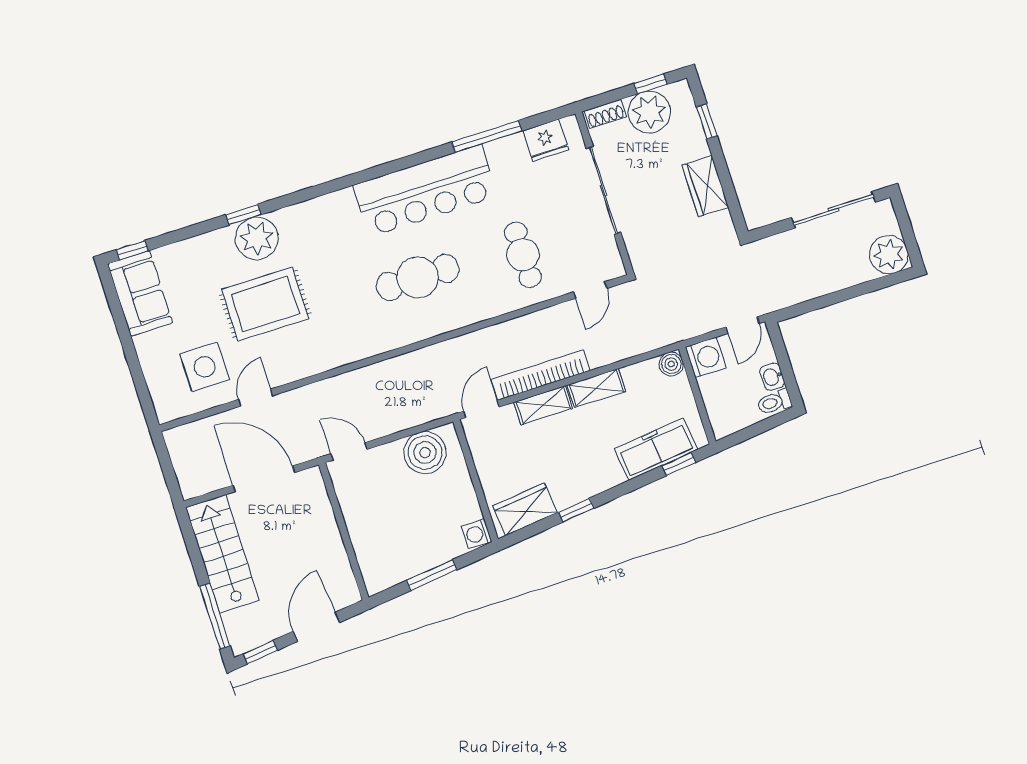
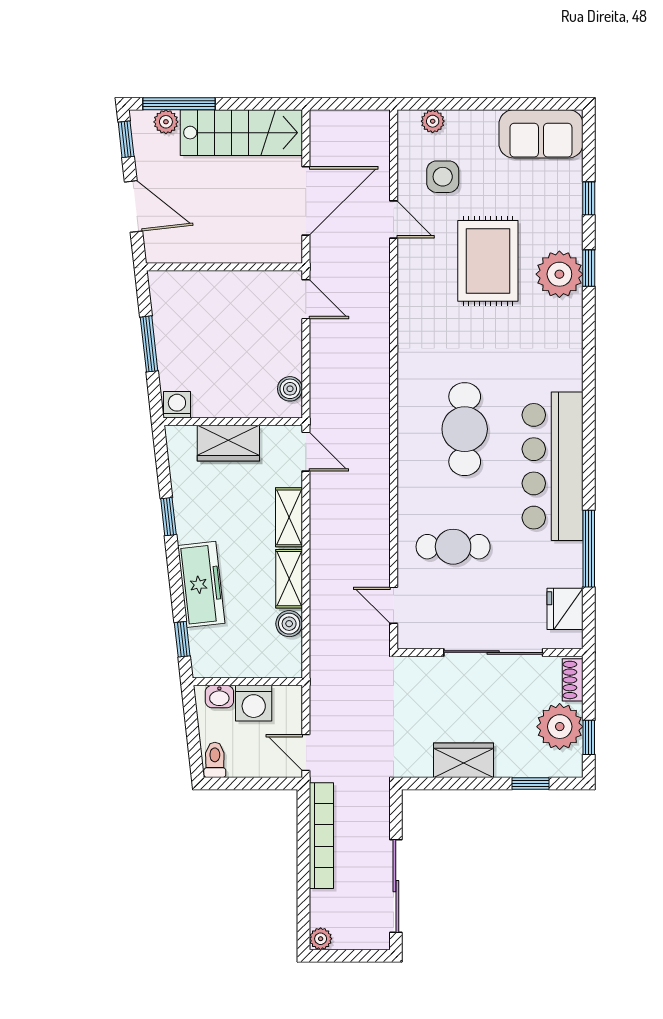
window: (132, 250) -> (589, 198), moved
plant: (889, 255) -> (321, 939), width x0.53, depth x0.53
washing machine: (706, 358) -> (254, 703), moved
boiler: (671, 364) -> (289, 624), moved
side table: (205, 367) -> (443, 177), width x0.73, depth x0.73
bookcase: (541, 375) -> (321, 836), moved
washbasin: (772, 377) -> (219, 697), moved, turned 180
plant: (159, 391) -> (433, 121), added
freezer: (656, 449) -> (201, 584), moved
door: (349, 451) -> (306, 299), hinge flipped
boiler: (425, 453) -> (290, 389), width x0.54, depth x0.54
wardrobe: (525, 509) -> (228, 443), moved, turned 96
plant: (234, 622) -> (166, 122), added

